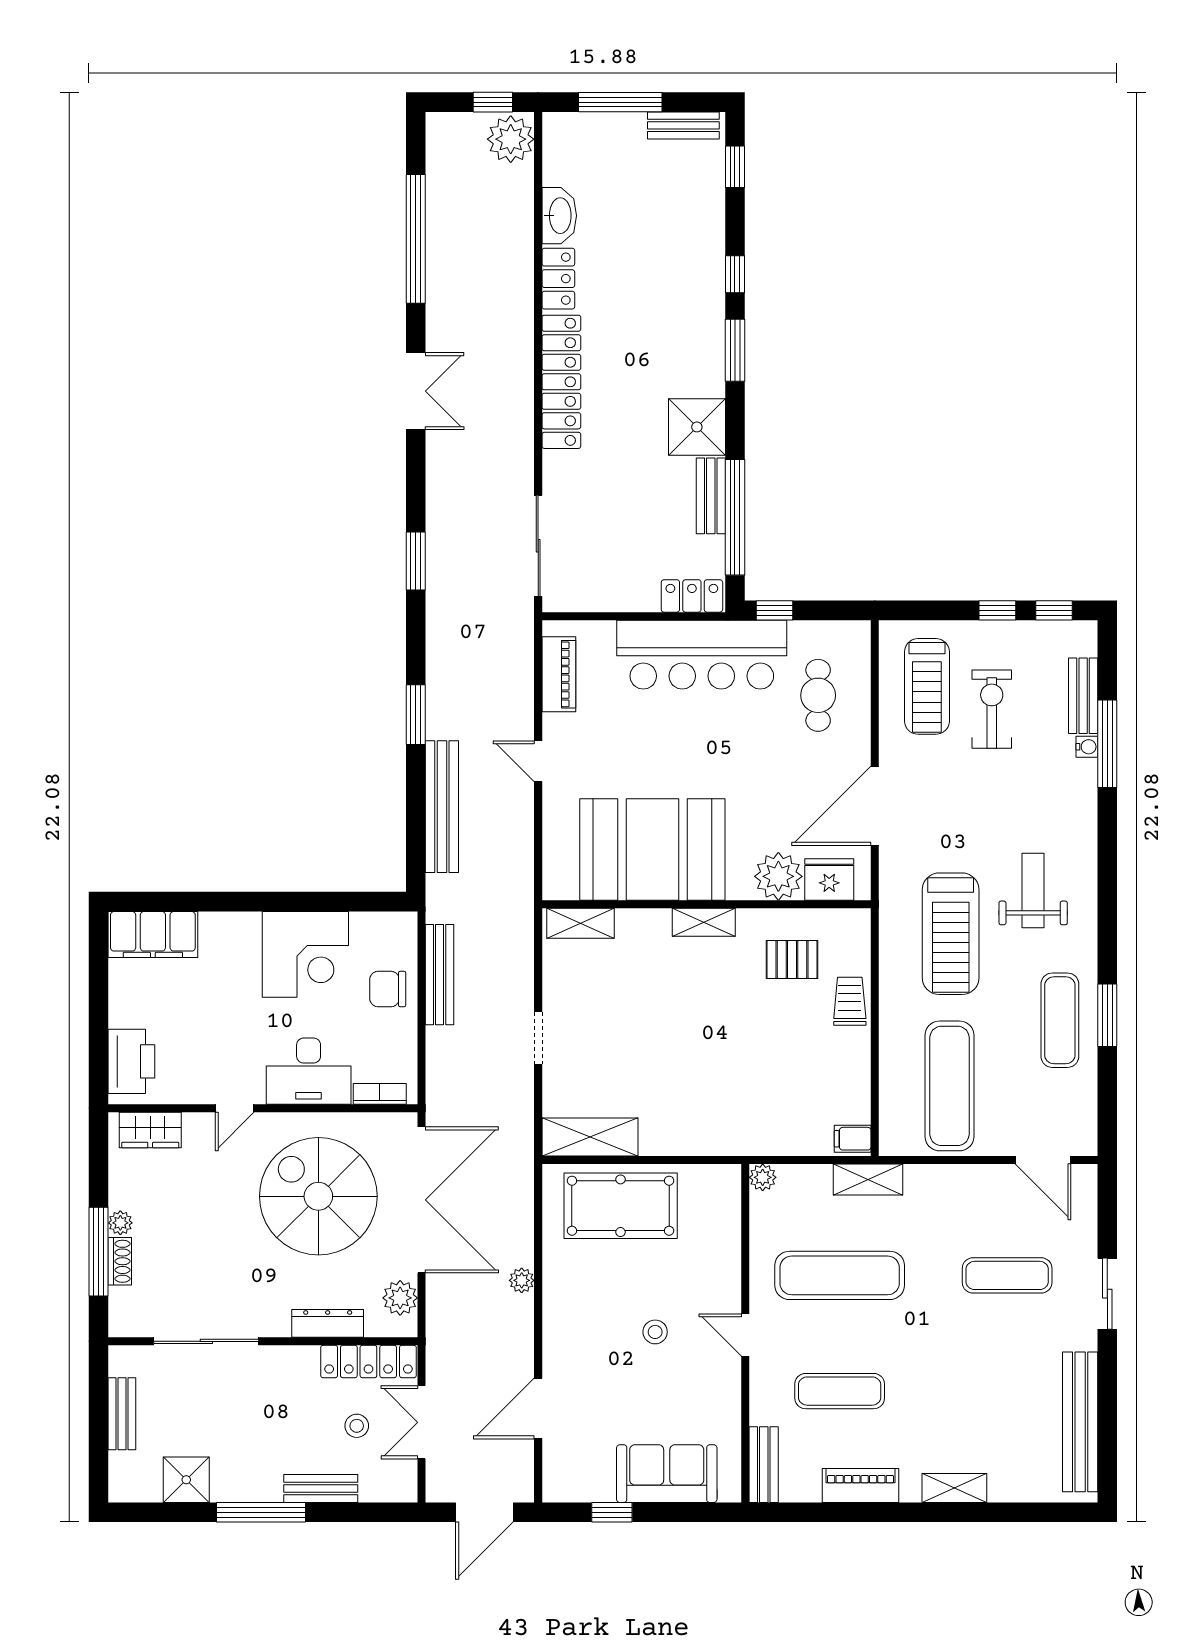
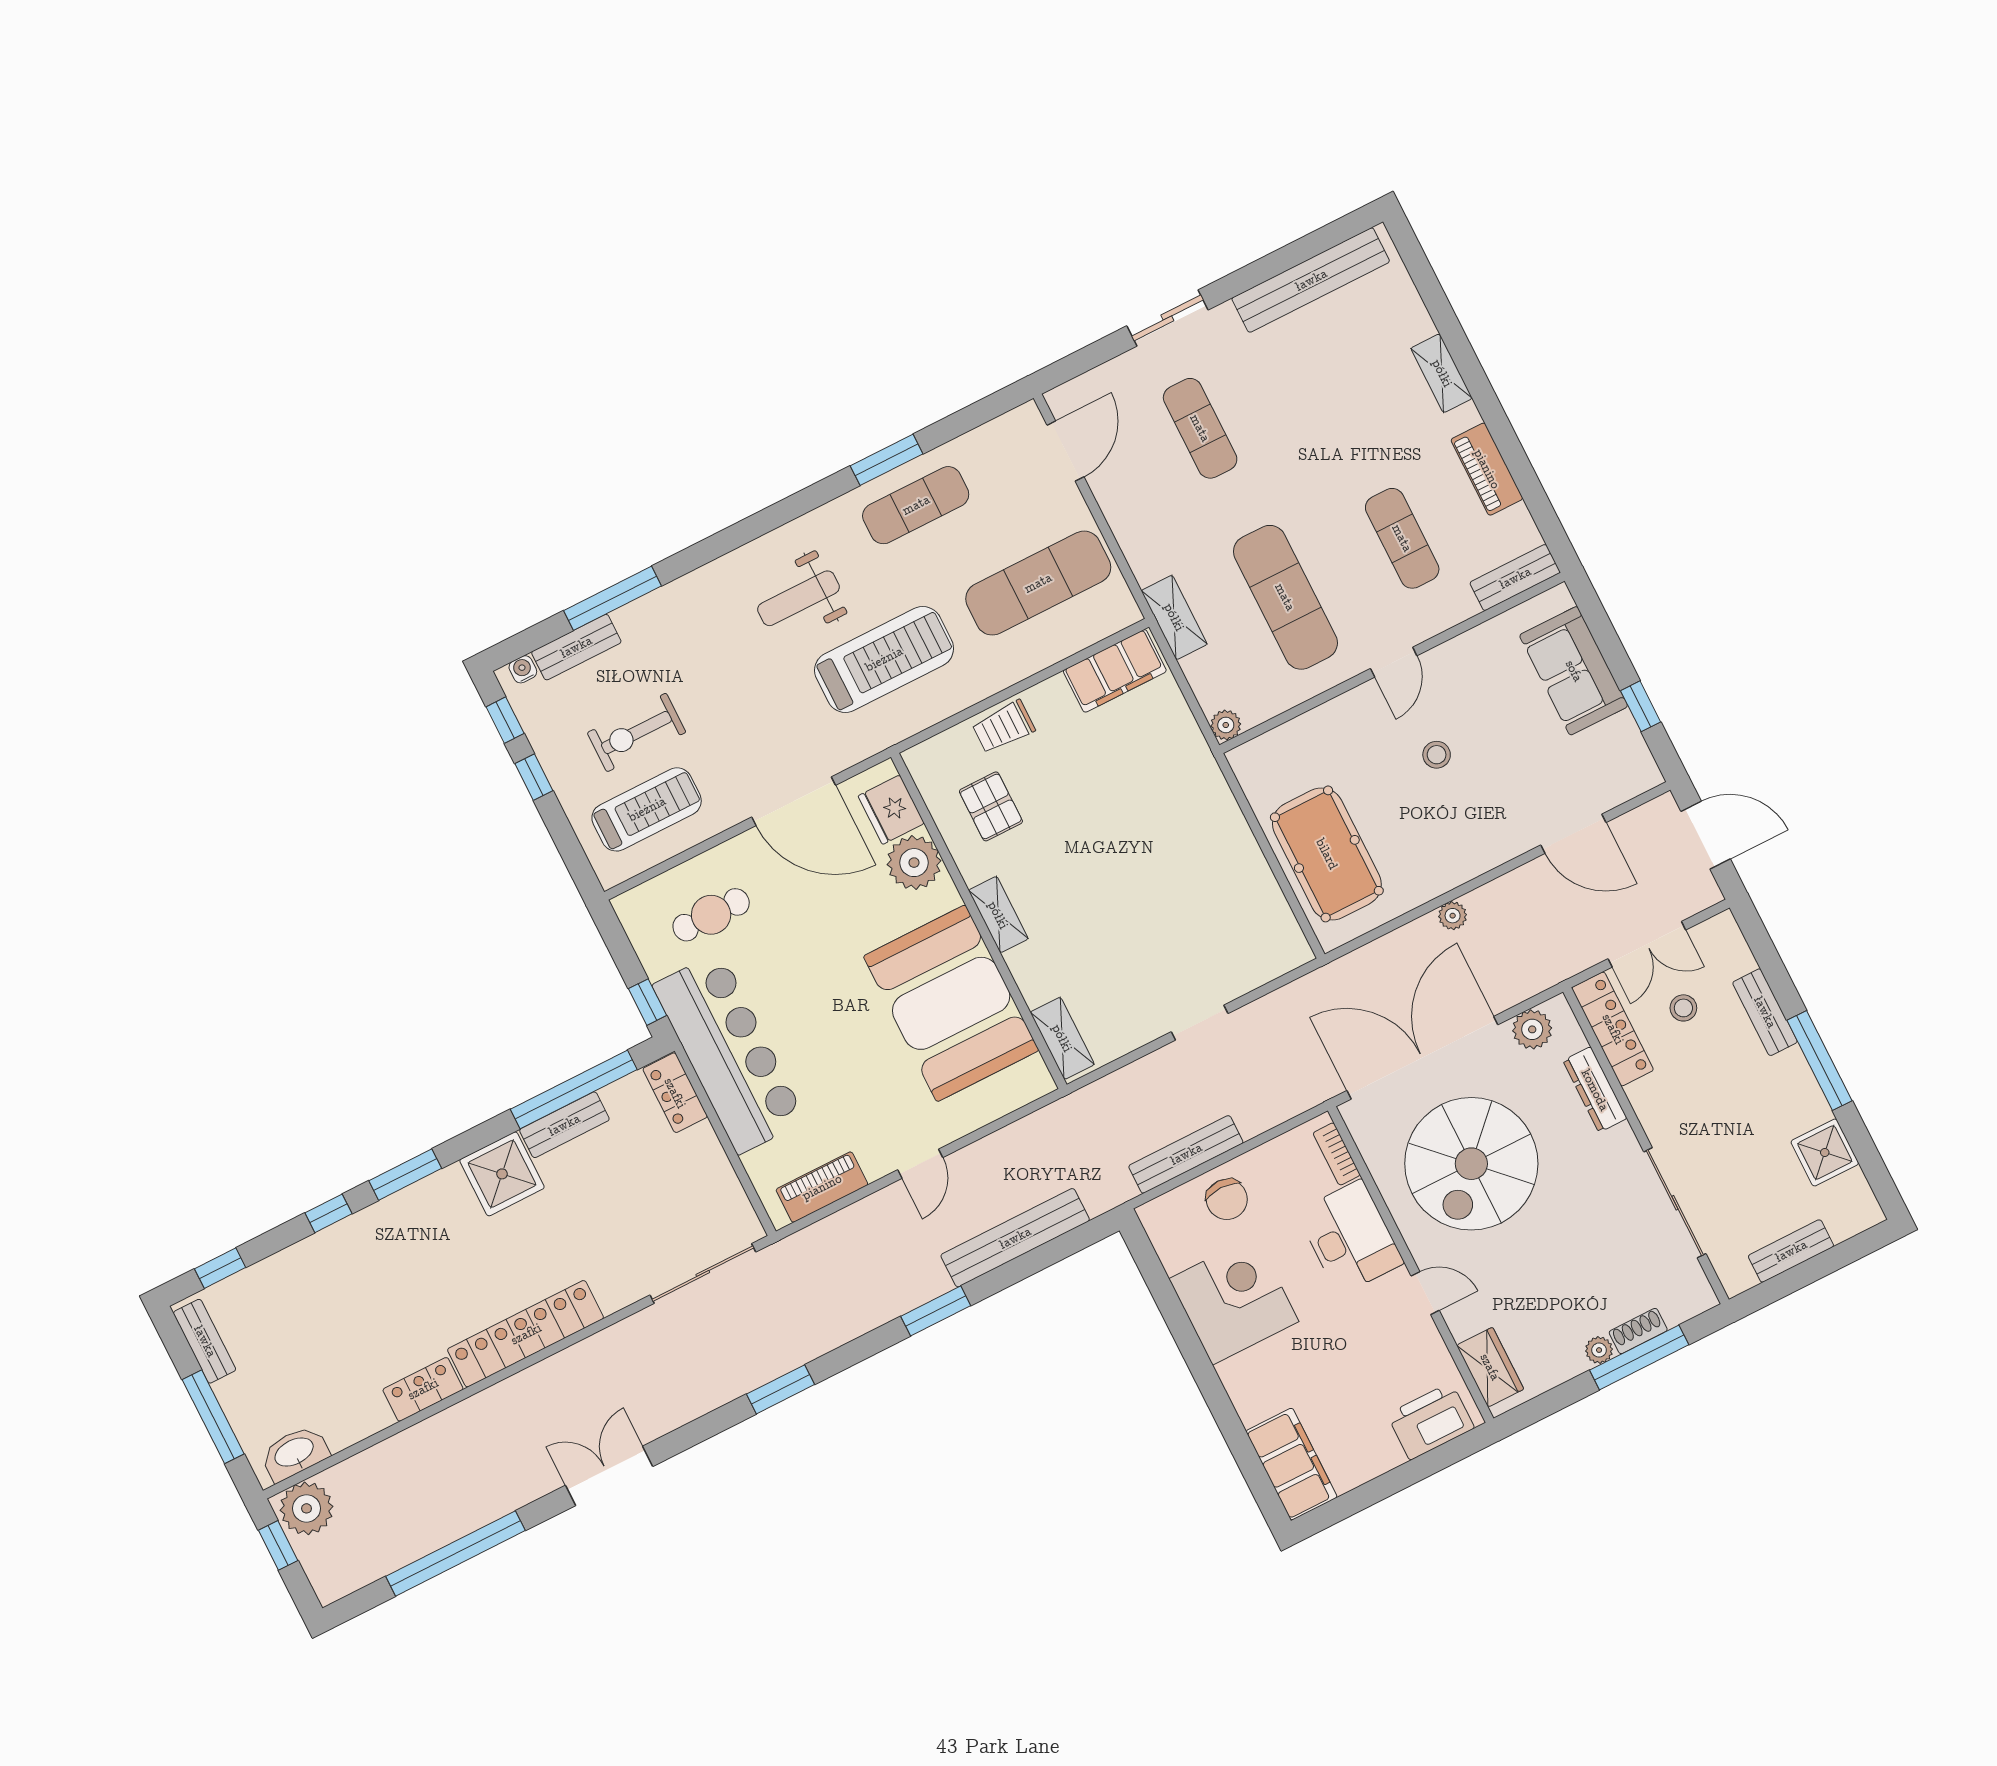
washbasin: (559, 216) -> (295, 1453), moved
water cooler: (1087, 747) -> (523, 669), moved
shelving: (590, 1137) -> (1273, 920), removed
filing cabinet: (853, 1139) -> (1115, 671), width x3.00, depth x1.17

